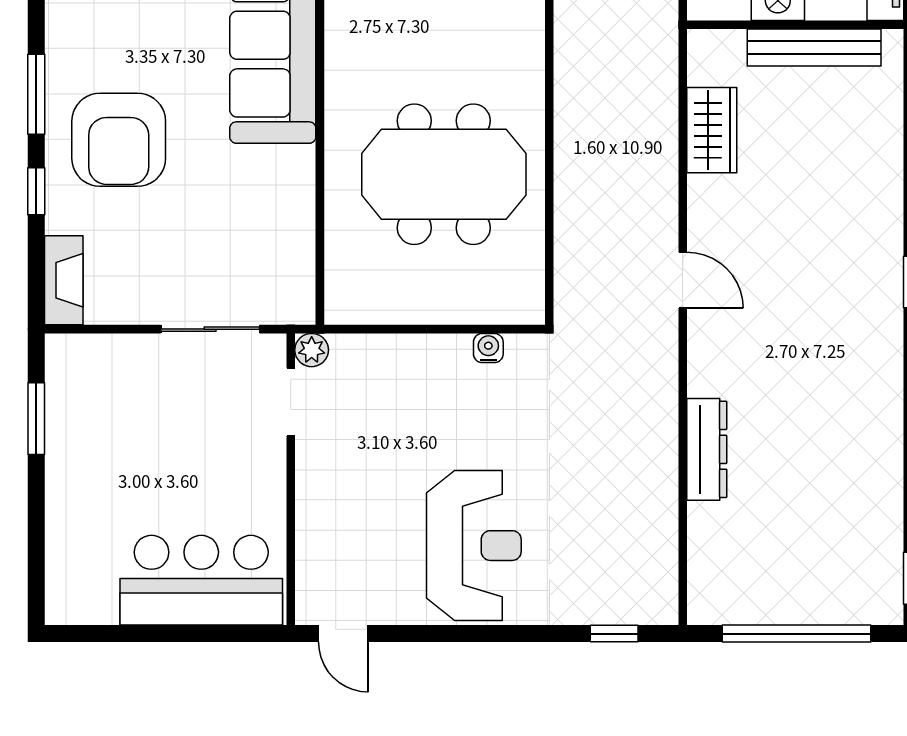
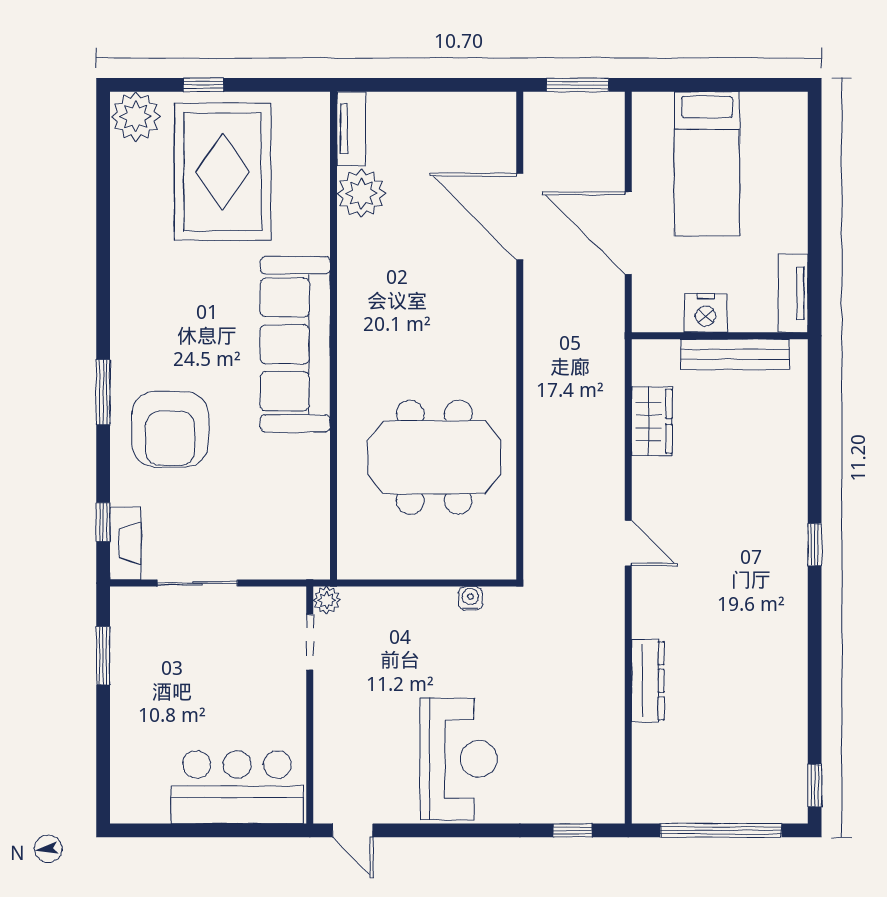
window: (36, 191) -> (103, 522), moved
sliding door: (210, 329) -> (197, 583), moved

